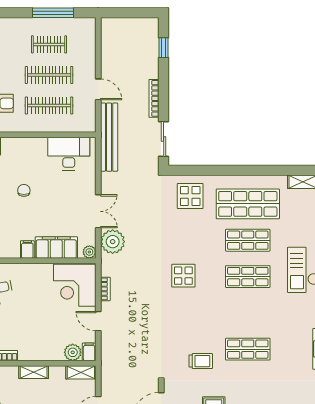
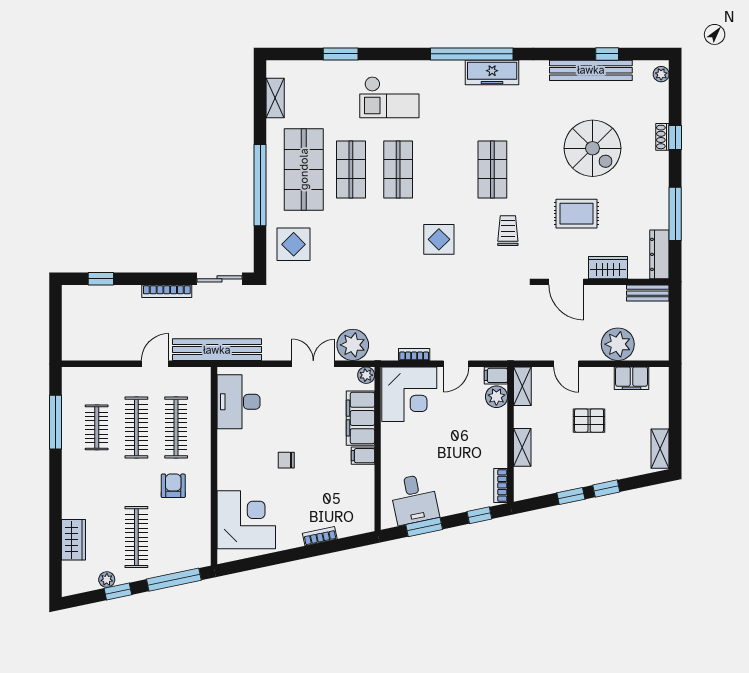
window: (236, 170) -> (260, 185), added
display table: (183, 276) -> (439, 239), moved

